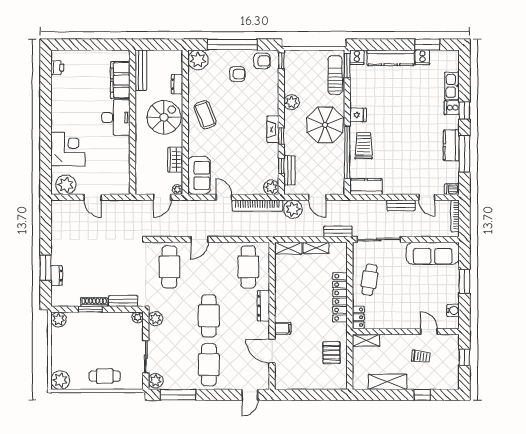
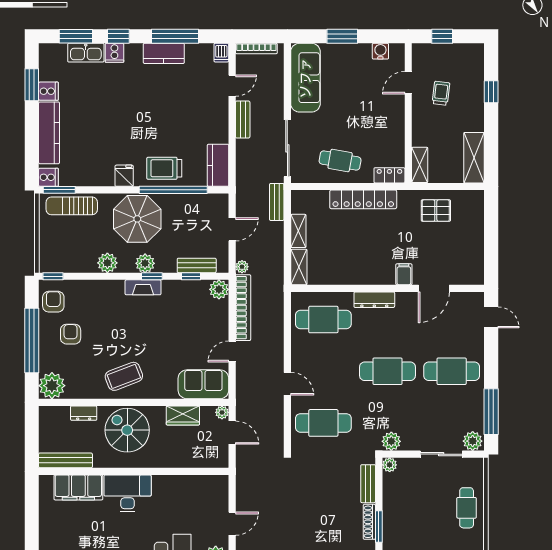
window: (464, 78) -> (76, 36), added
plant: (291, 131) -> (145, 263), added
plant: (293, 209) -> (242, 267), width x0.53, depth x0.53
shelving: (388, 382) -> (474, 158), moved

